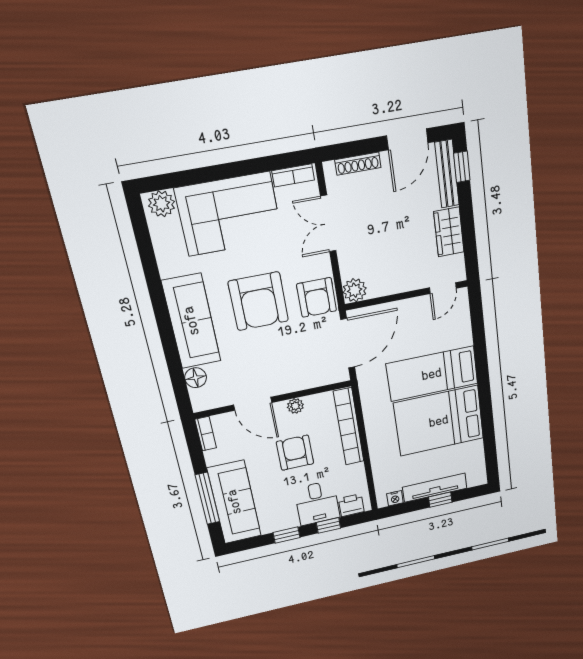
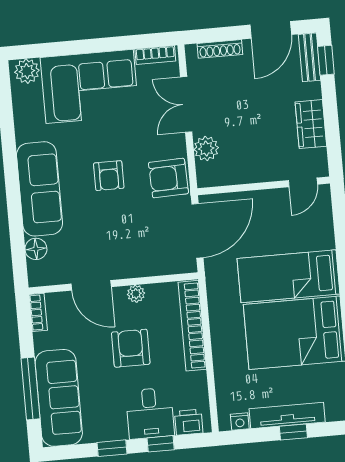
bench: (447, 174) -> (309, 57), width x0.73
plant: (355, 290) -> (206, 149), moved
armchair: (317, 297) -> (168, 178), turned 88
armchair: (258, 301) -> (109, 176), width x0.53, depth x0.53

